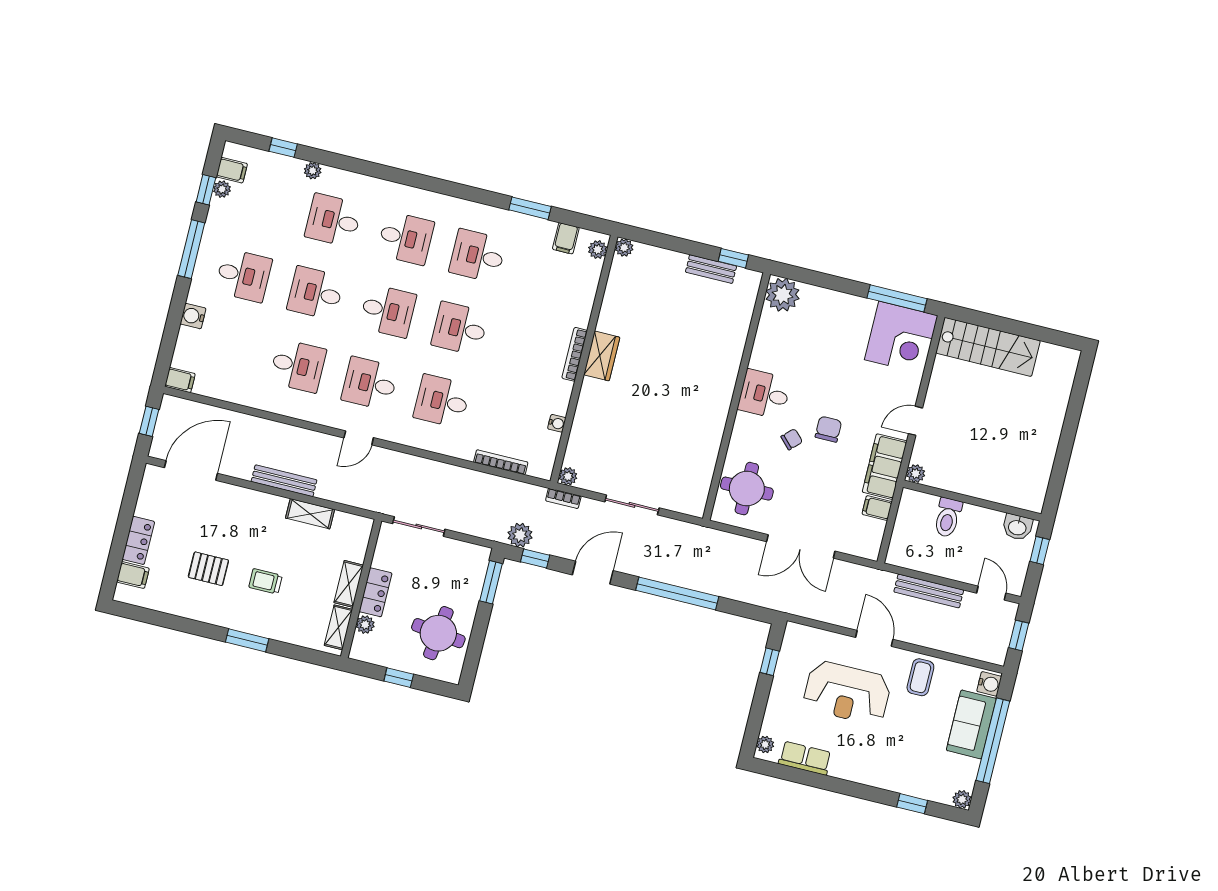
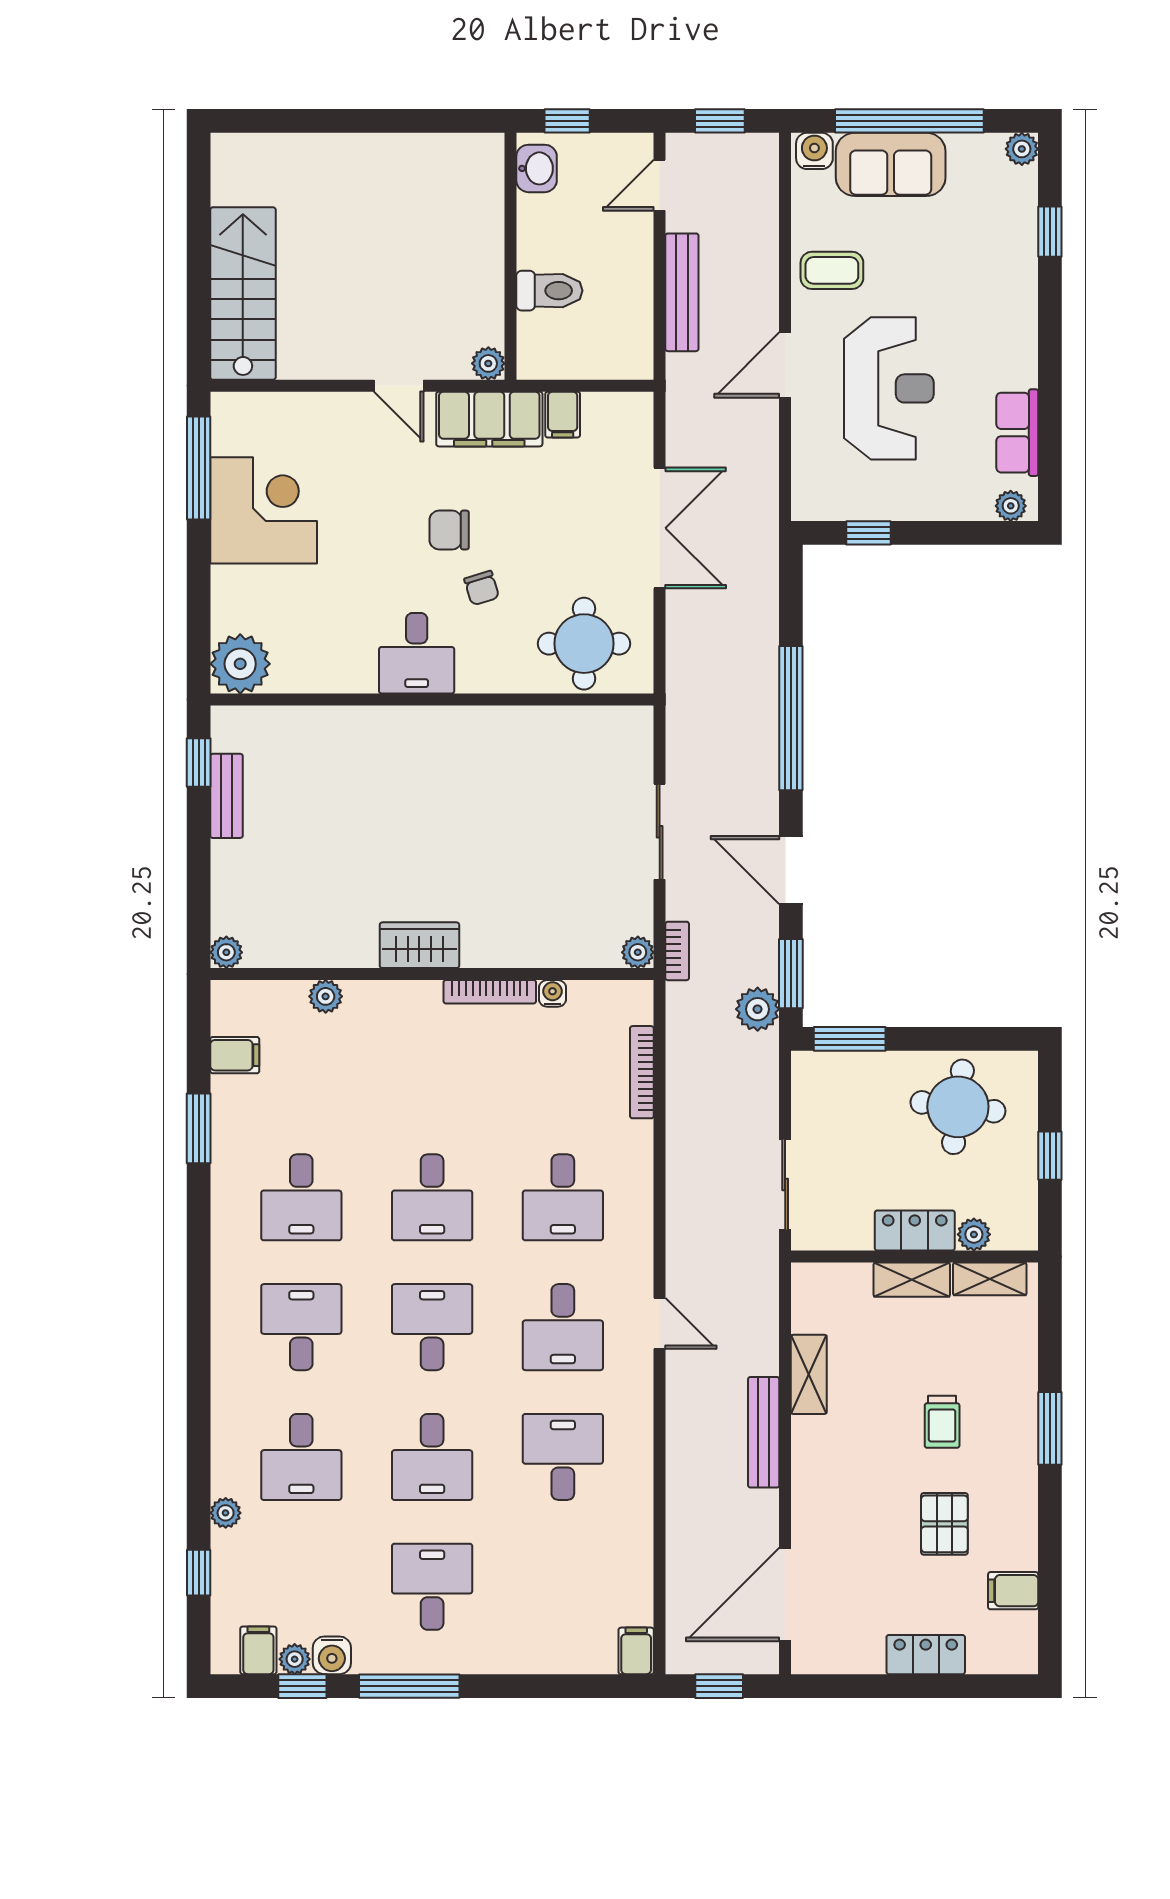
plant: (598, 250) -> (326, 996), moved
water cooler: (193, 316) -> (332, 1655), moved
corner desk: (901, 338) -> (264, 510), moved
bookcase: (575, 354) -> (490, 992), moved
chair: (792, 439) -> (482, 588), turned -153
door: (191, 471) -> (785, 1595), hinge flipped
window: (535, 559) -> (791, 974), width x1.50
filing cabinet: (133, 575) -> (1013, 1591), moved, turned -90

